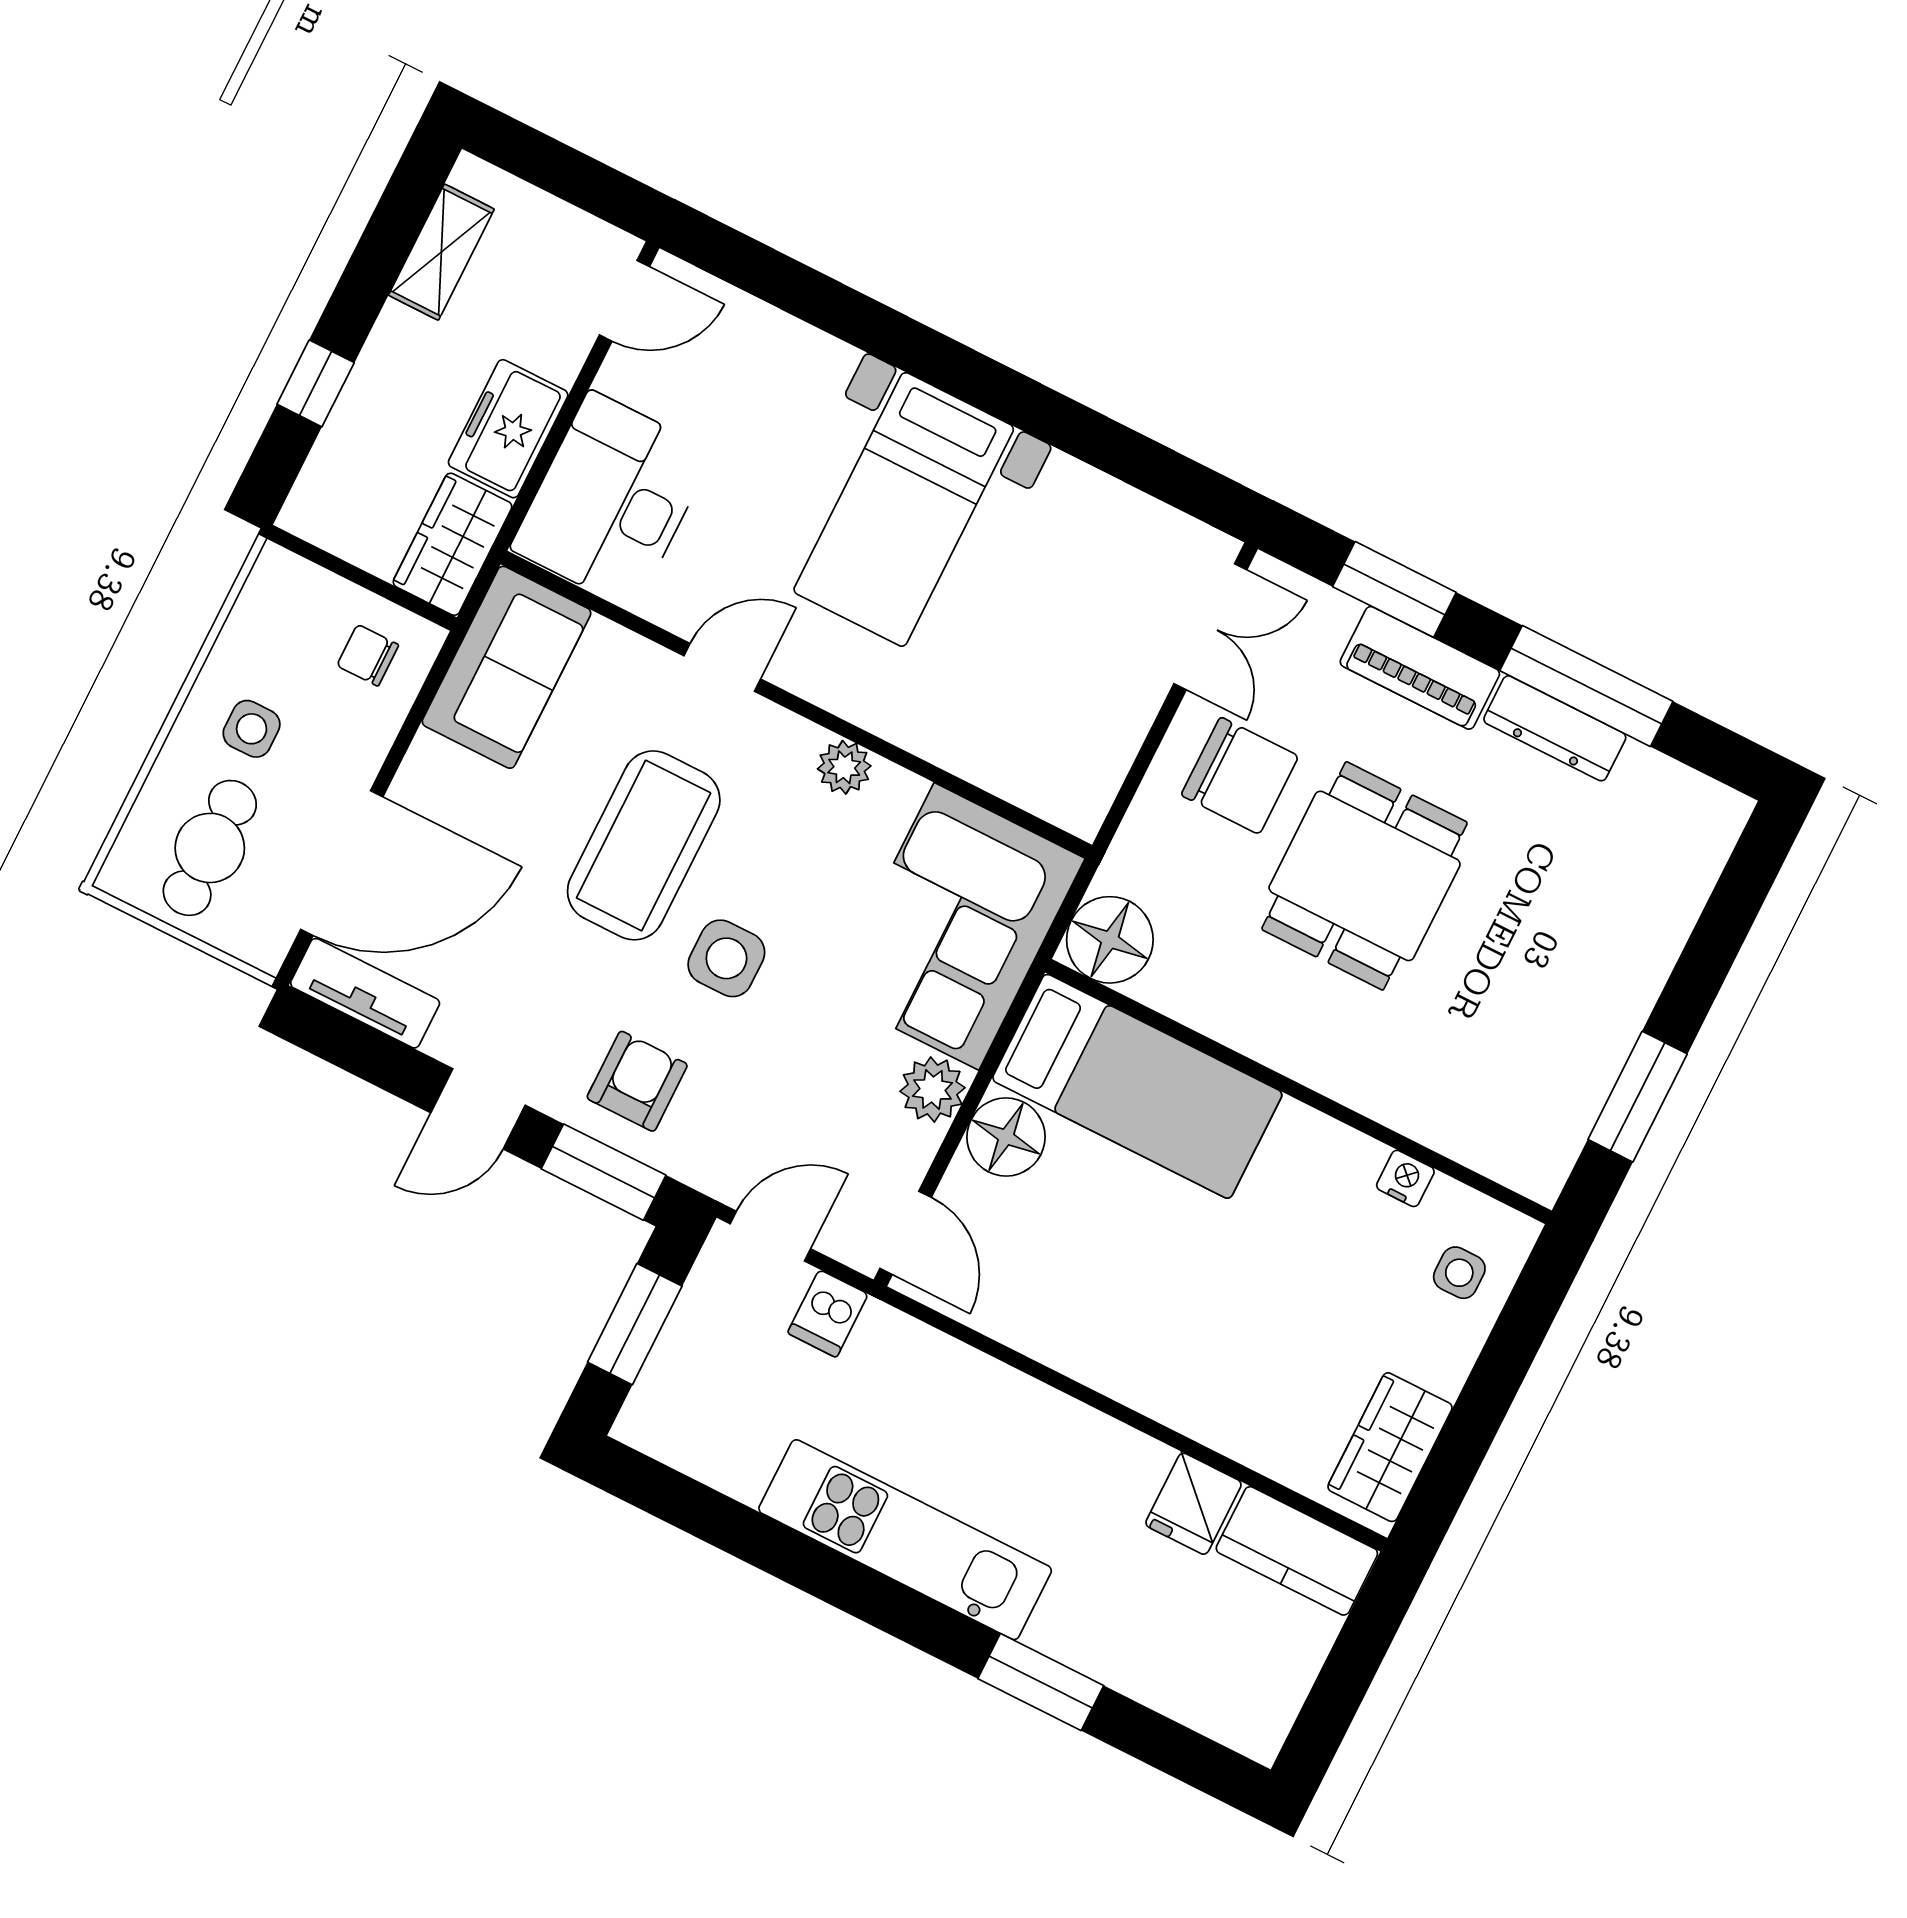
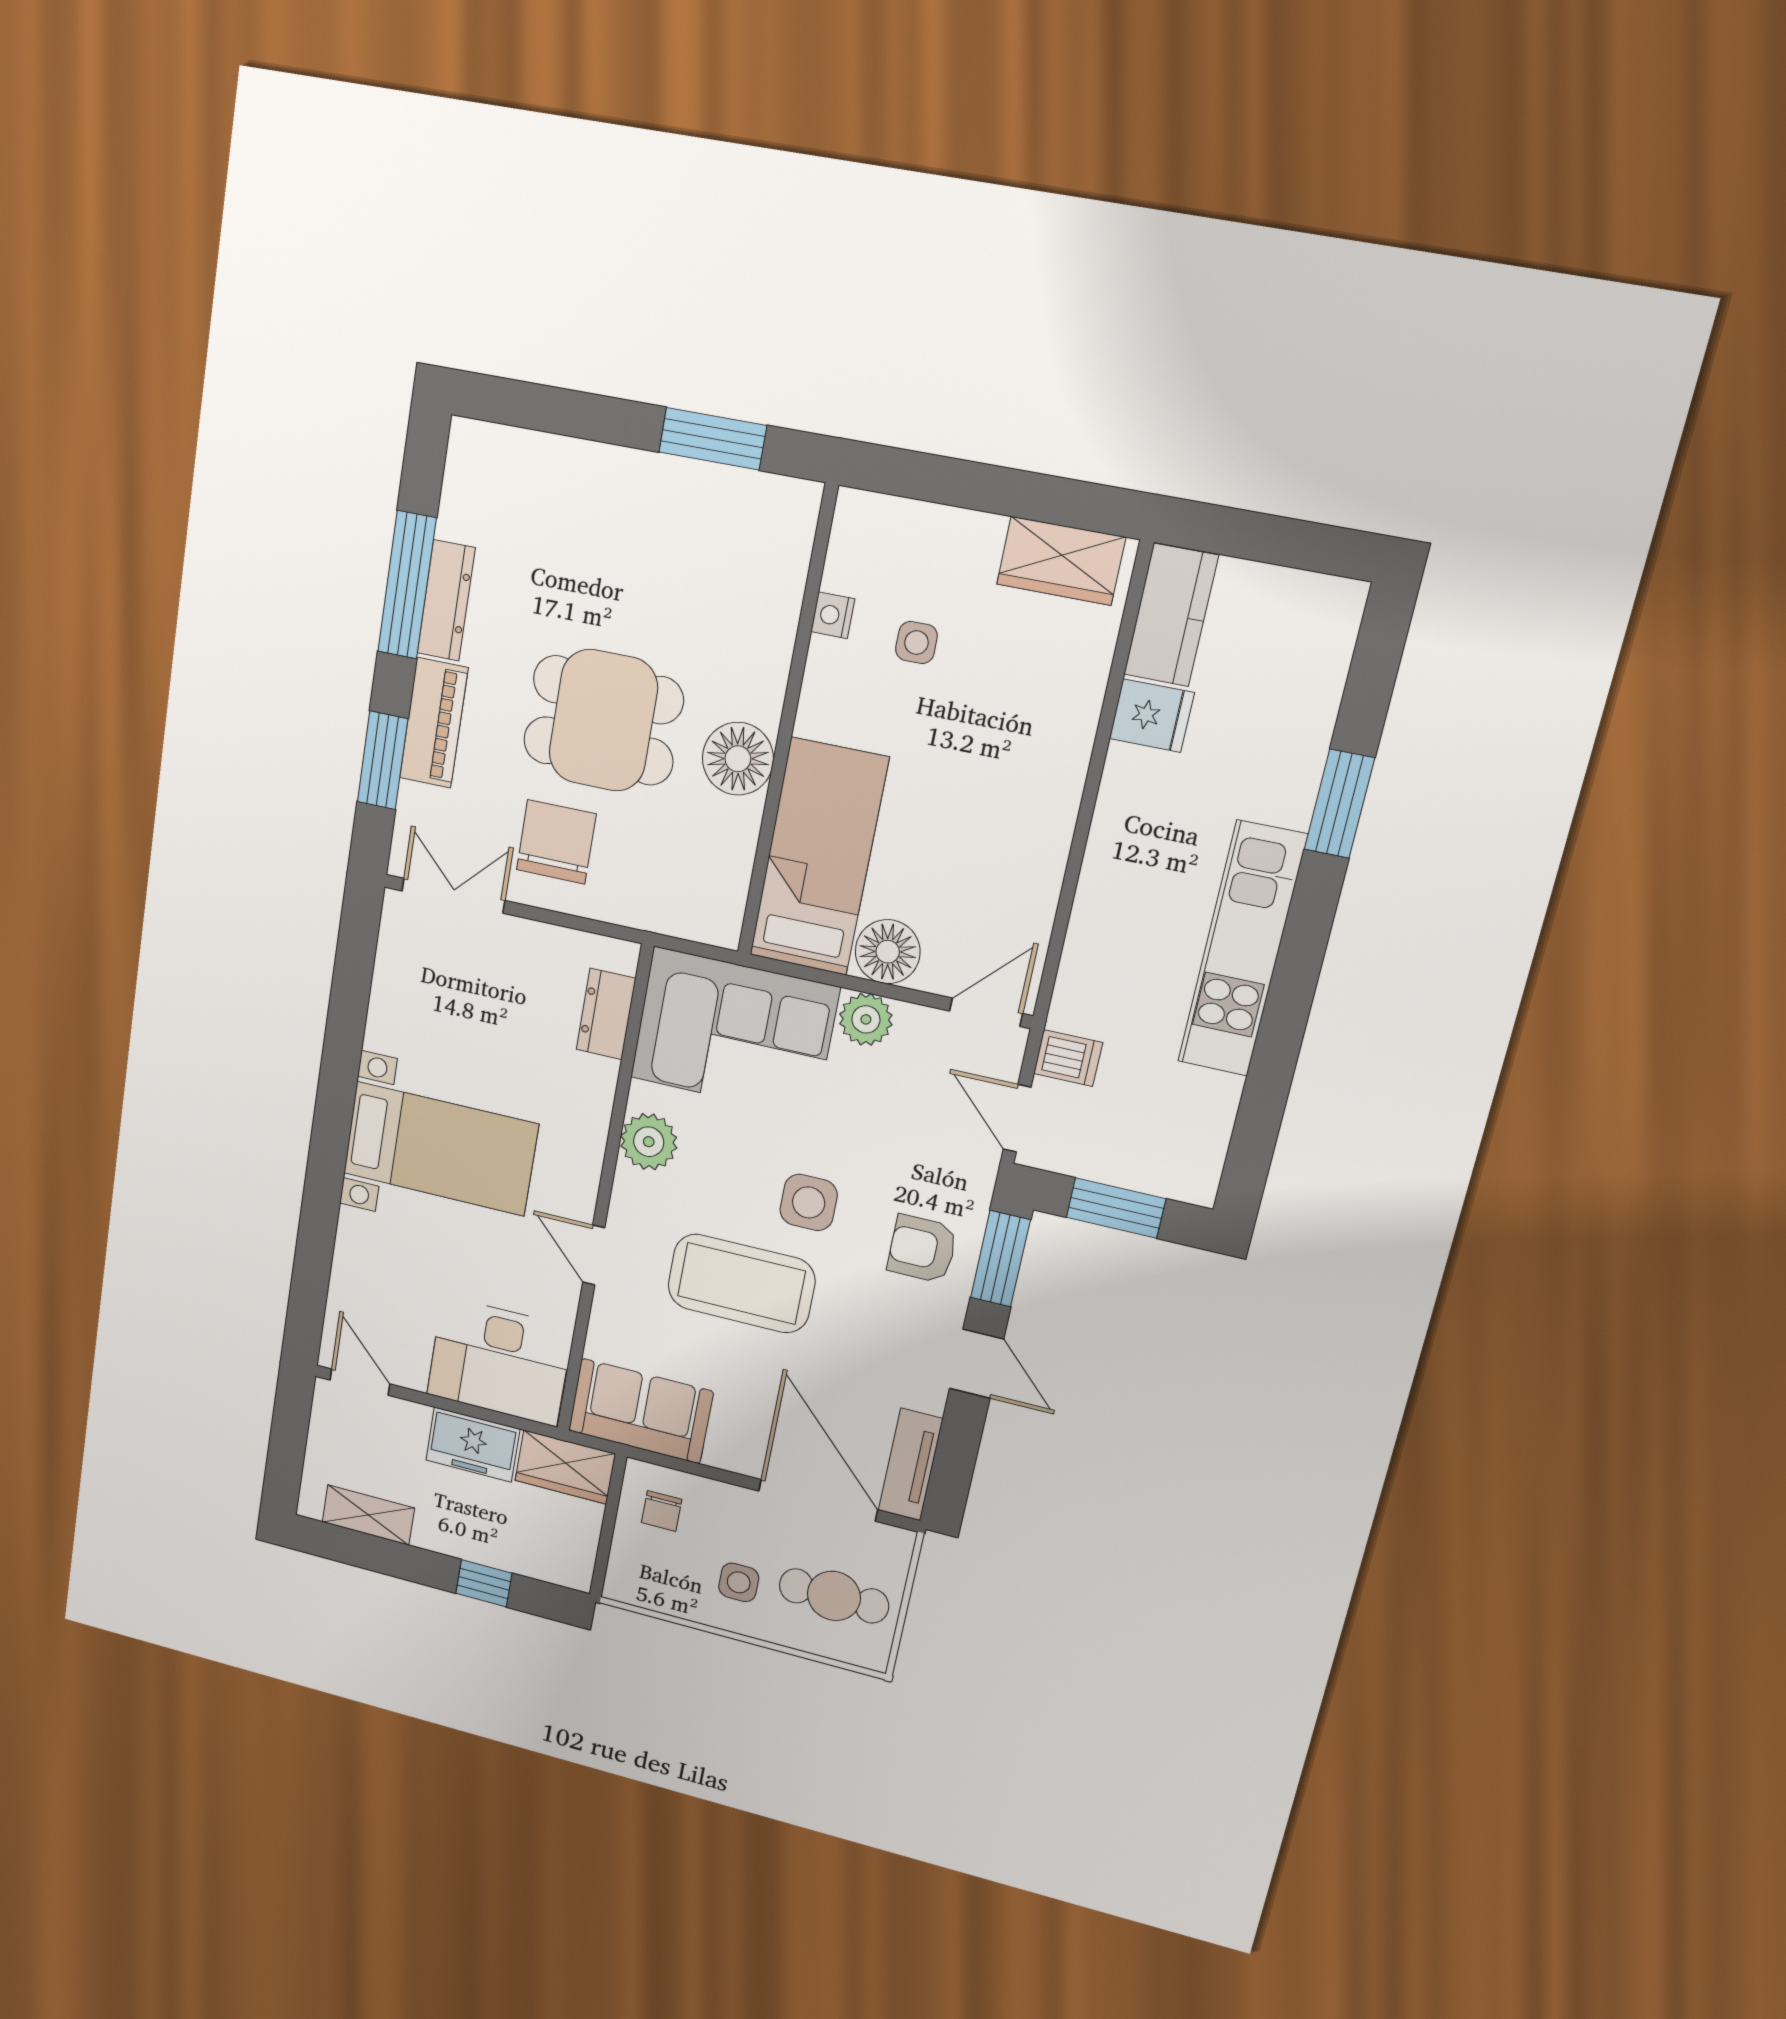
plant: (844, 767) -> (649, 1142), width x1.38, depth x1.38
dresser: (1018, 774) -> (606, 1014), added
floor lamp: (1110, 940) -> (738, 759), moved
side table: (1459, 1273) -> (916, 643), moved

